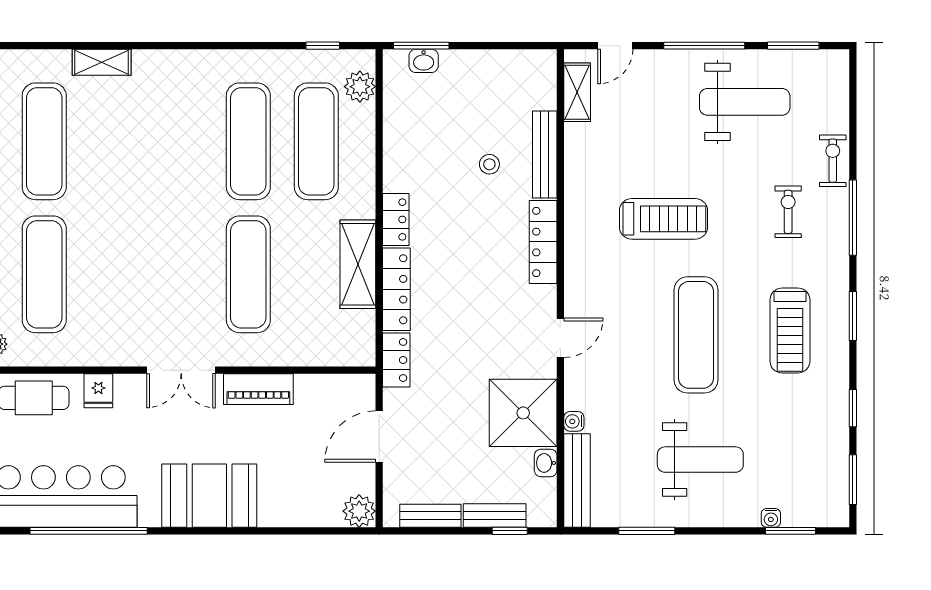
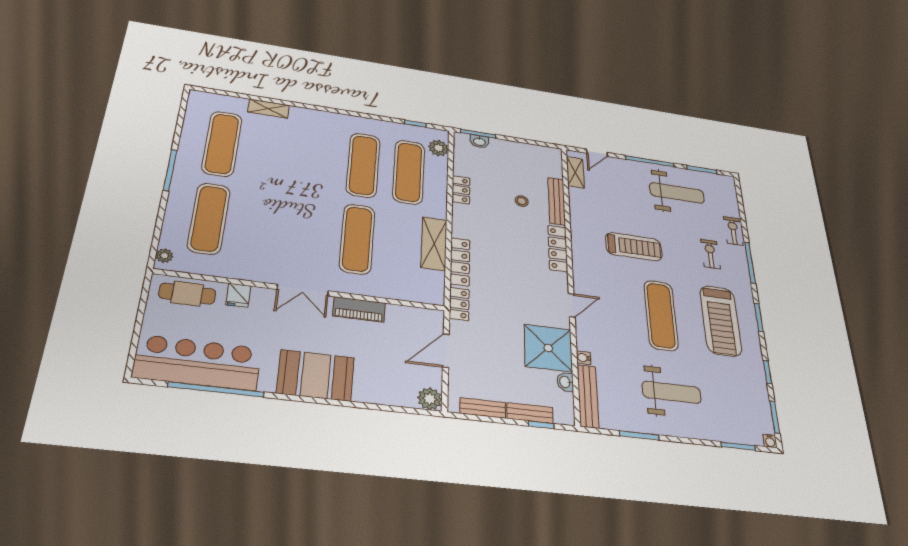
locker: (396, 219) -> (461, 190), moved
treadmill: (790, 330) -> (721, 321), width x1.37, depth x1.38
water cooler: (771, 518) -> (770, 441), moved

